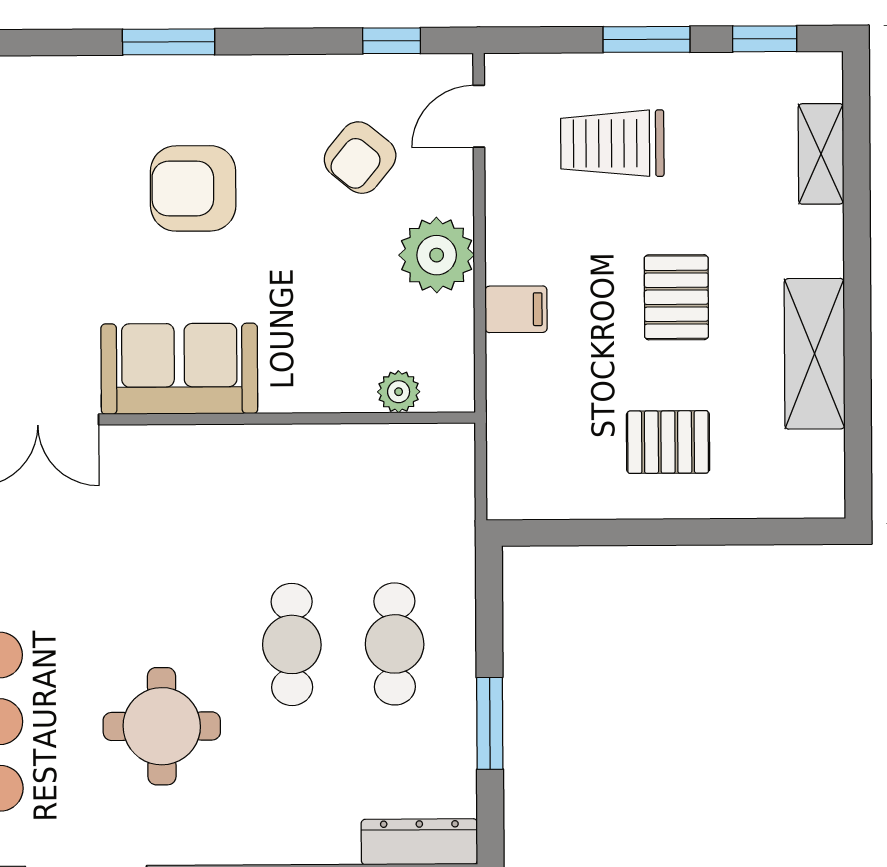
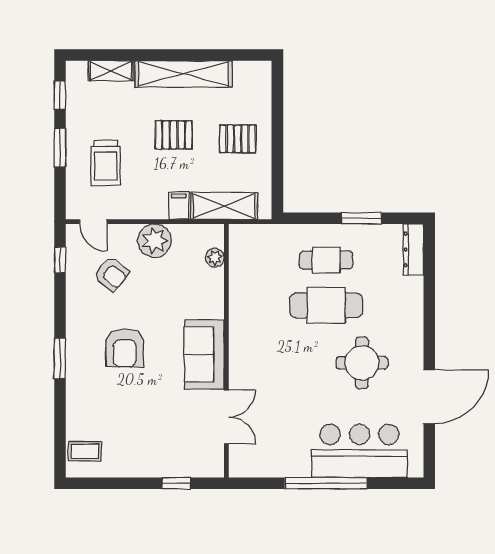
shelving: (815, 354) -> (184, 74), width x1.47
shelving: (516, 412) -> (224, 206), added
pallet: (668, 442) -> (238, 139), turned 90
cafe table: (292, 644) -> (326, 305), width x1.37, depth x1.35

